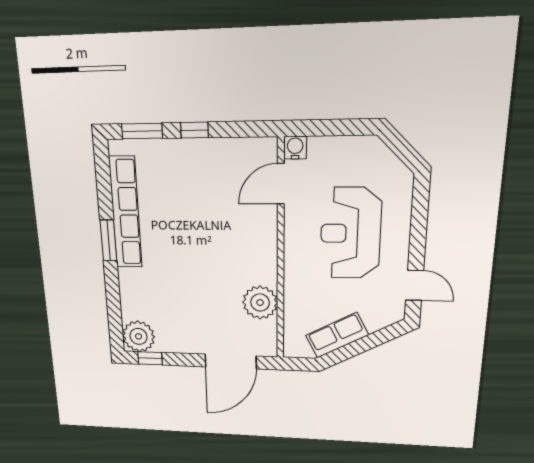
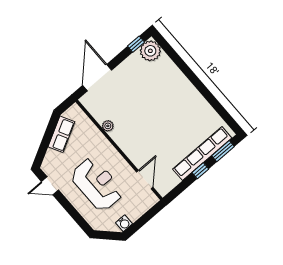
water cooler: (295, 148) -> (124, 223), moved
row of seats: (125, 213) -> (202, 154), moved, turned 90
window: (108, 240) -> (201, 87), removed
plant: (260, 303) -> (108, 126), width x0.53, depth x0.53

